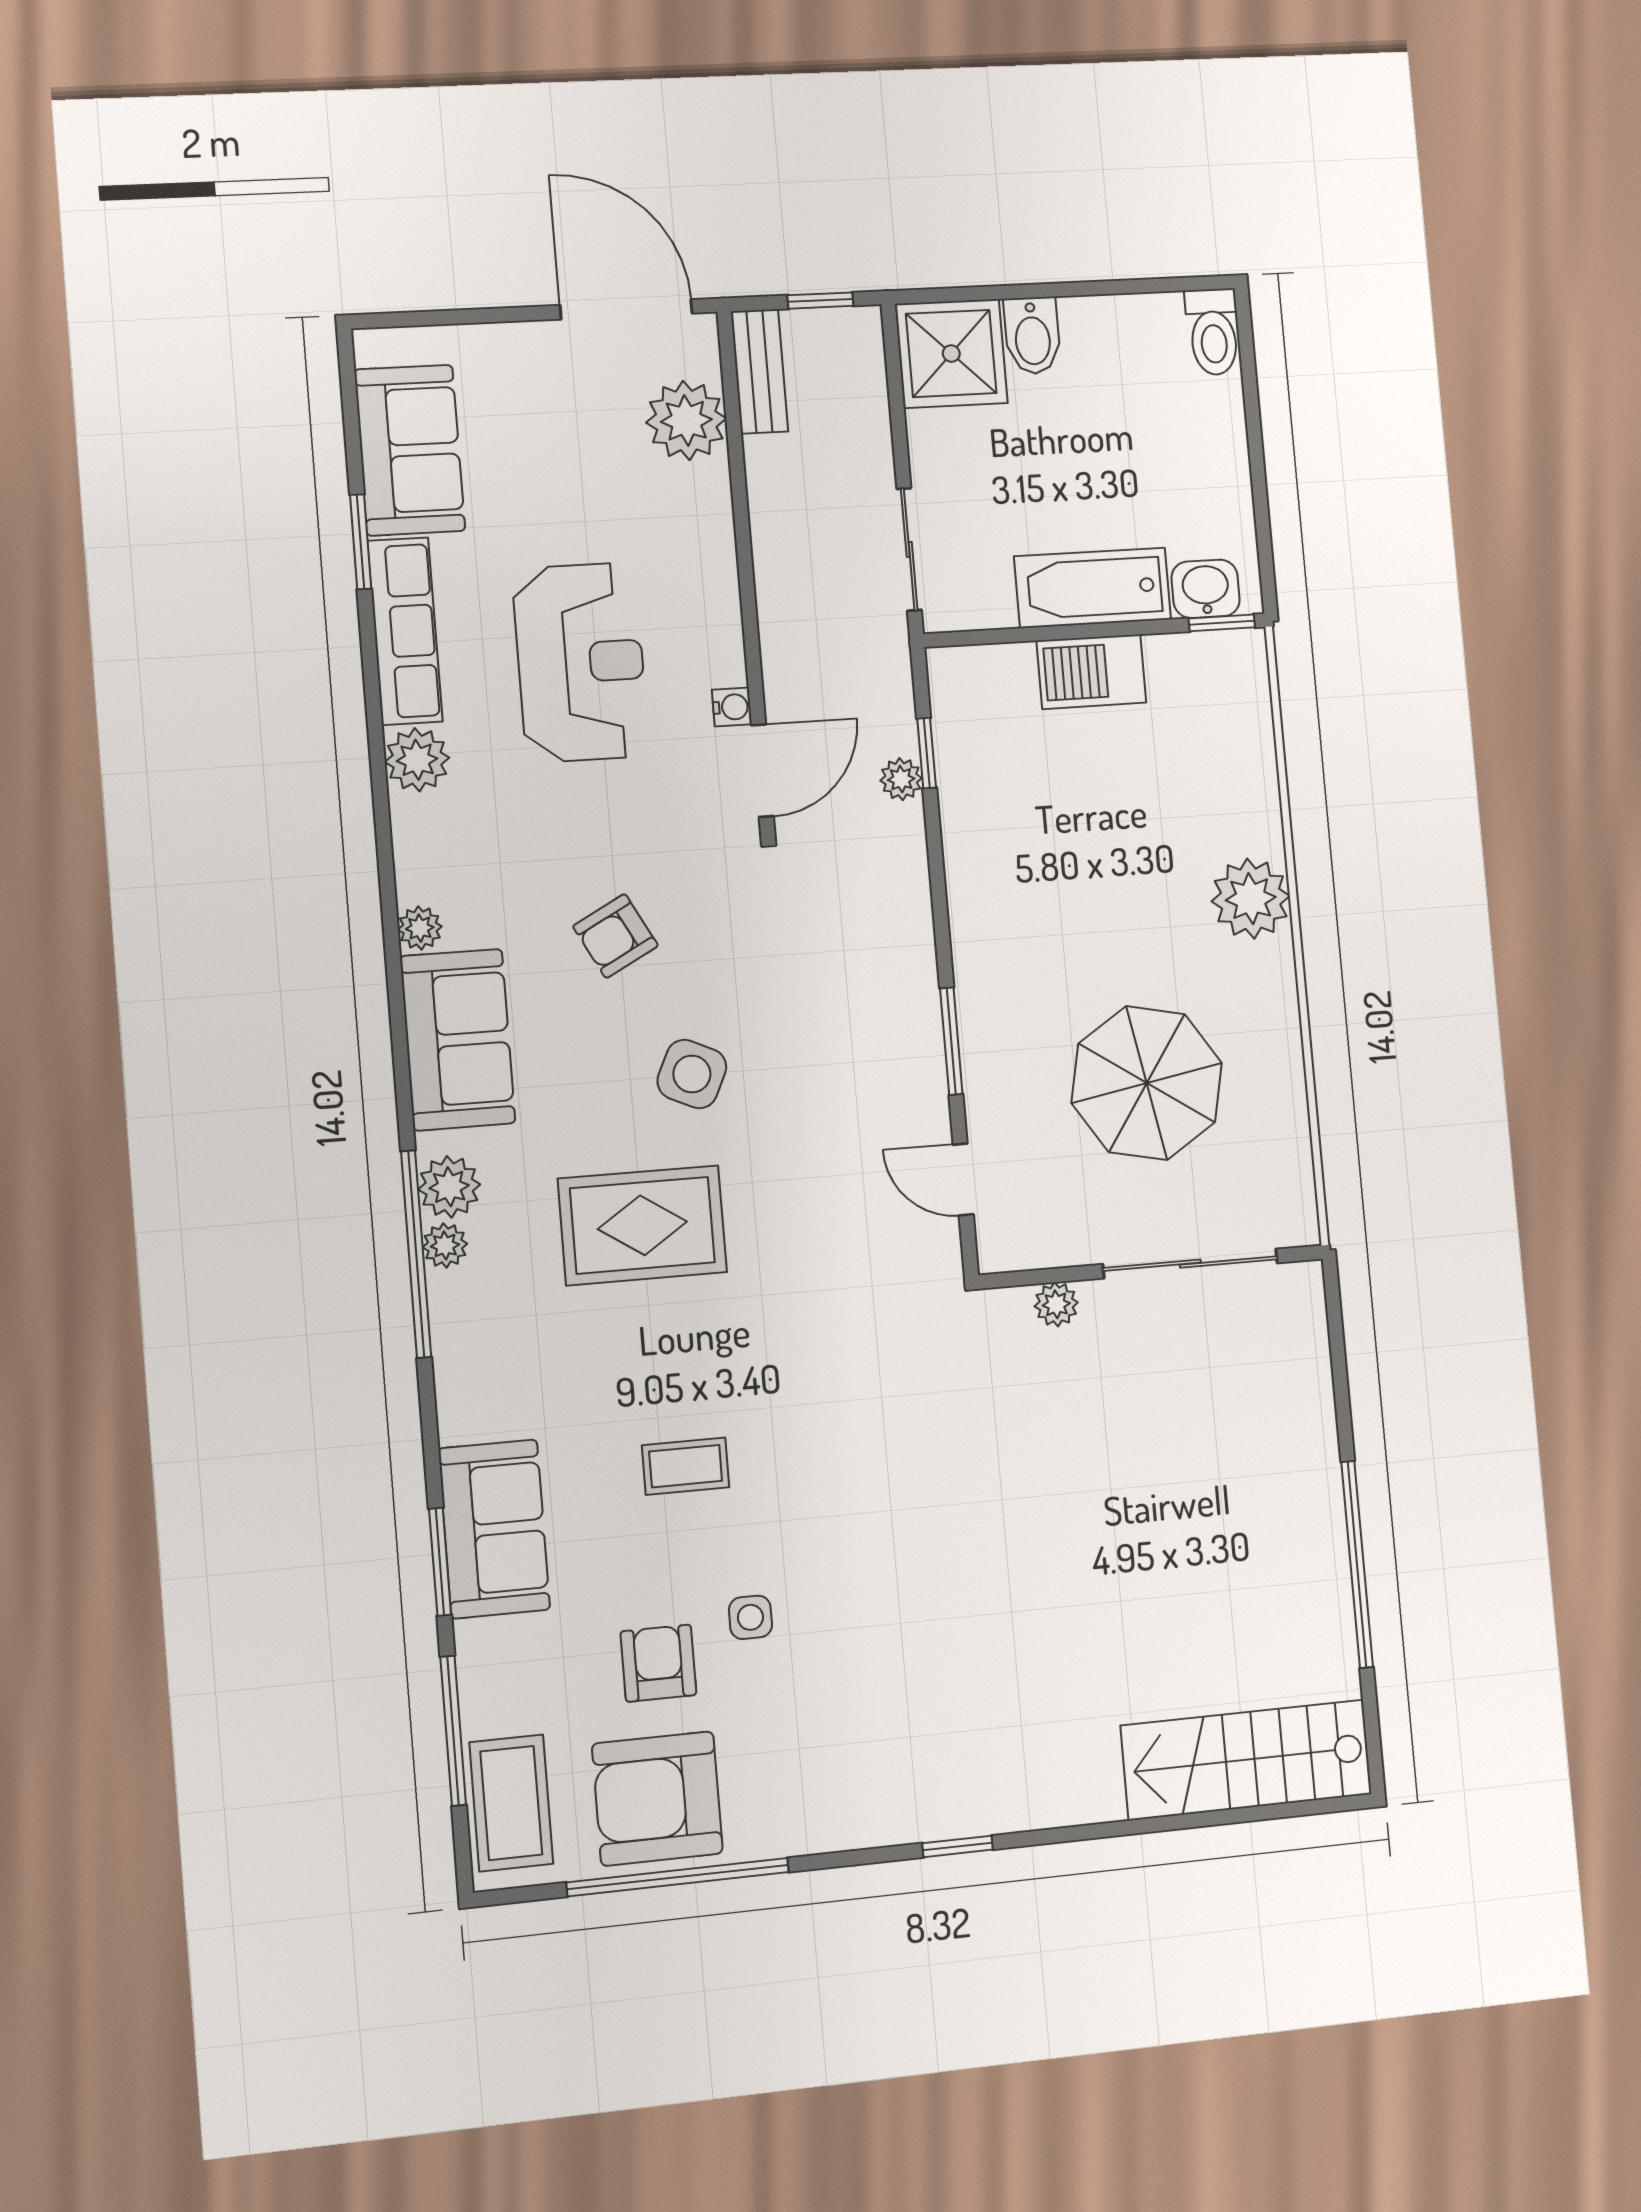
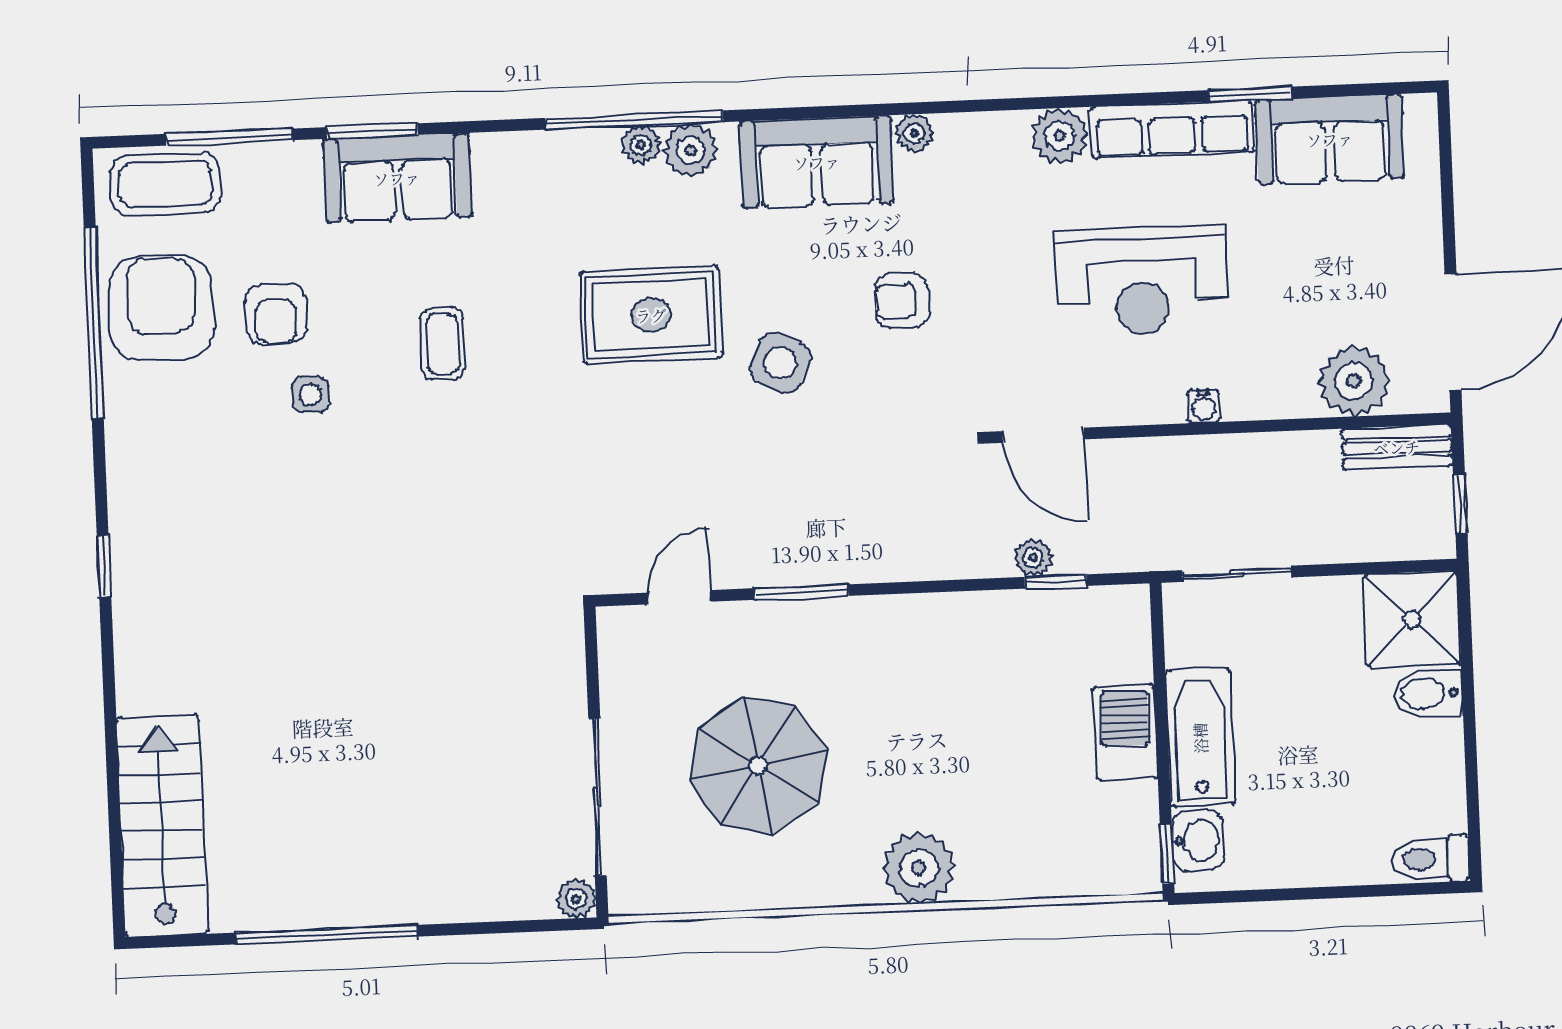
water cooler: (732, 707) -> (1204, 406), moved
armchair: (615, 936) -> (902, 301), turned -62
rug: (642, 1225) -> (651, 315), turned 90
plant: (1056, 1304) -> (576, 899), moved
armchair: (658, 1663) -> (276, 314), turned 90

